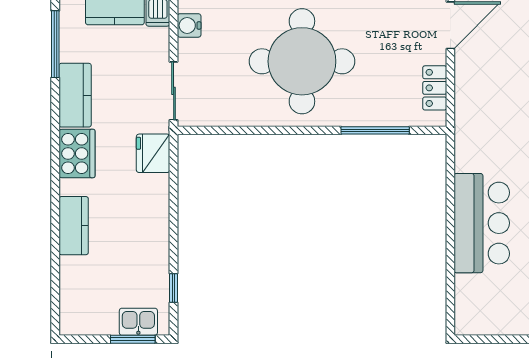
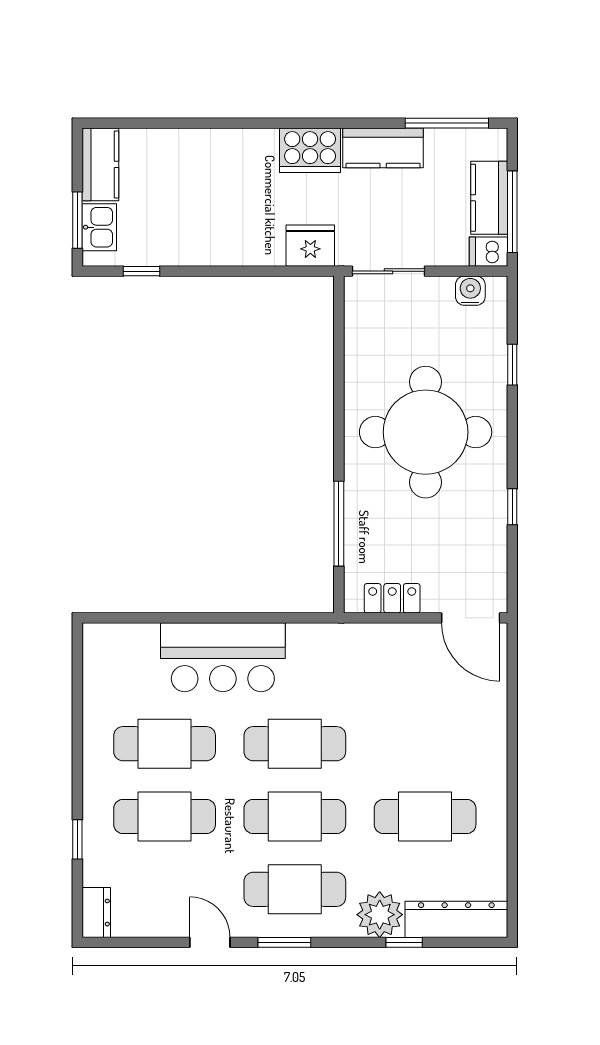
kitchen counter: (74, 226) -> (100, 164), moved, turned -90

